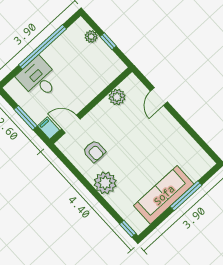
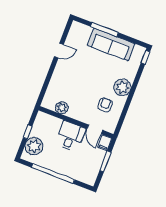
plant: (91, 37) -> (34, 146), width x1.87, depth x1.87
desk: (39, 78) -> (70, 136), moved, turned 180
door: (159, 97) -> (59, 51), moved

